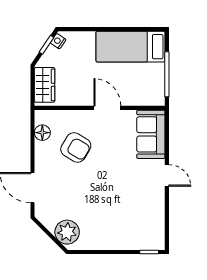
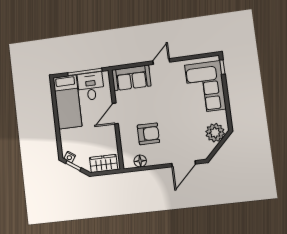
desk: (147, 80) -> (91, 86), added
armchair: (76, 147) -> (148, 134), turned 59
corner sofa: (127, 227) -> (205, 87), added

